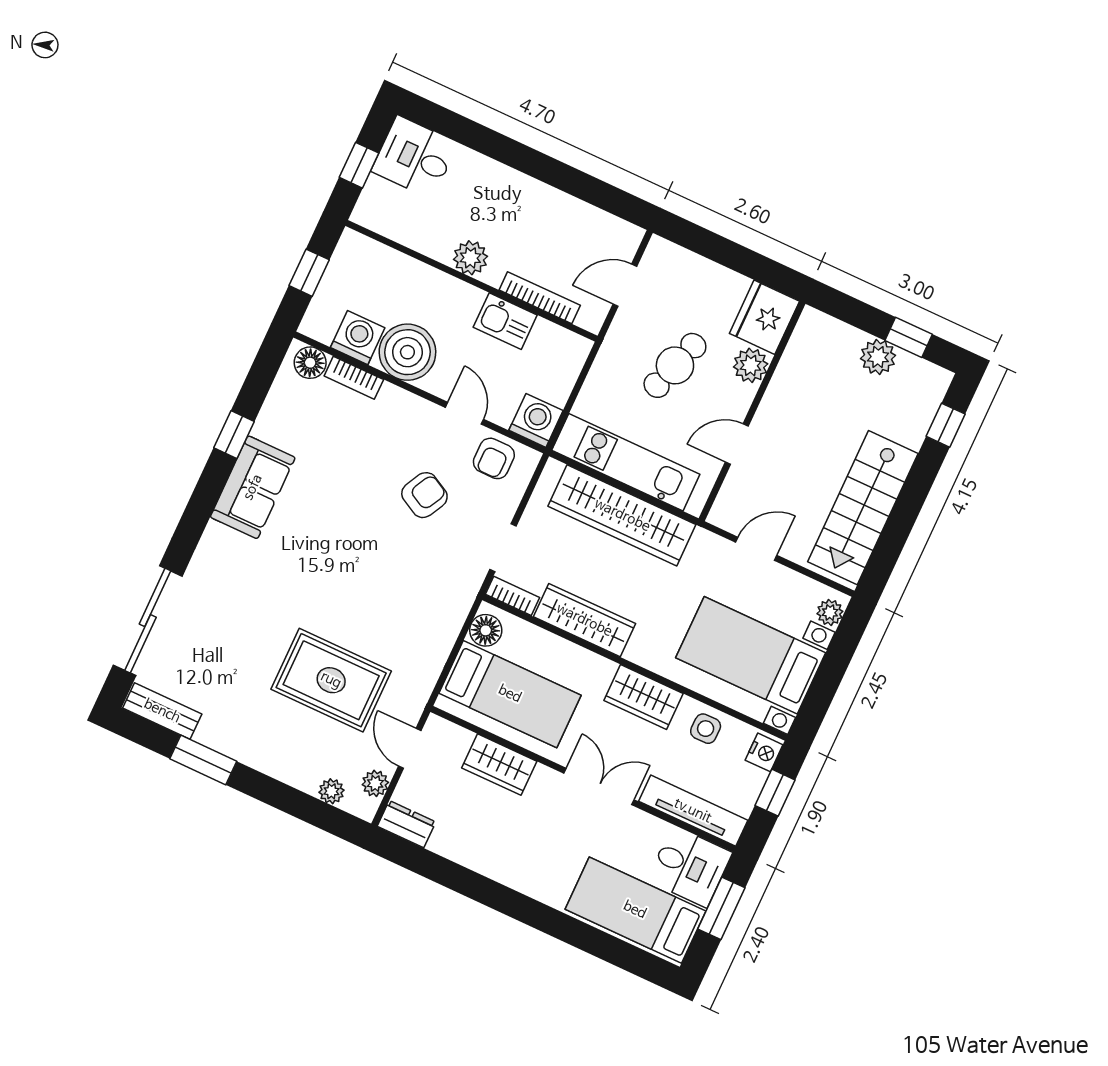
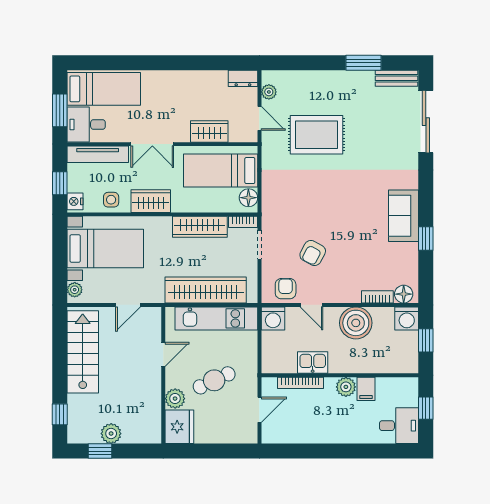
filing cabinet: (440, 240) -> (366, 389), added
washing machine: (358, 338) -> (407, 319), moved
cafe table: (675, 365) -> (214, 380), turned 47
plant: (331, 791) -> (290, 77), removed

